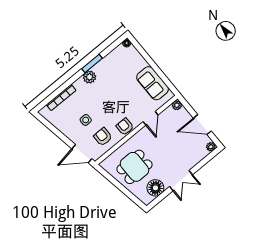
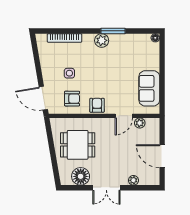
plant: (177, 105) -> (140, 123), moved
armchair: (103, 137) -> (72, 99), turned 90
plant: (211, 147) -> (133, 180), moved

